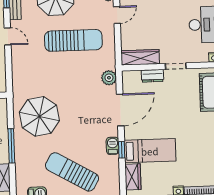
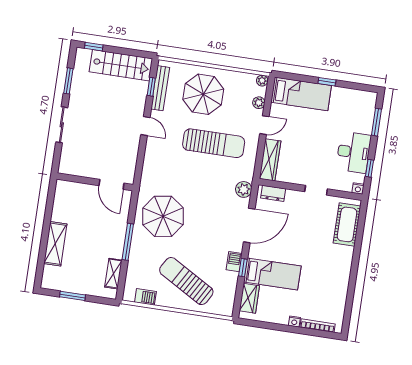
wardrobe: (140, 57) -> (270, 160), moved, turned 90
dresser: (152, 76) -> (273, 193), moved

